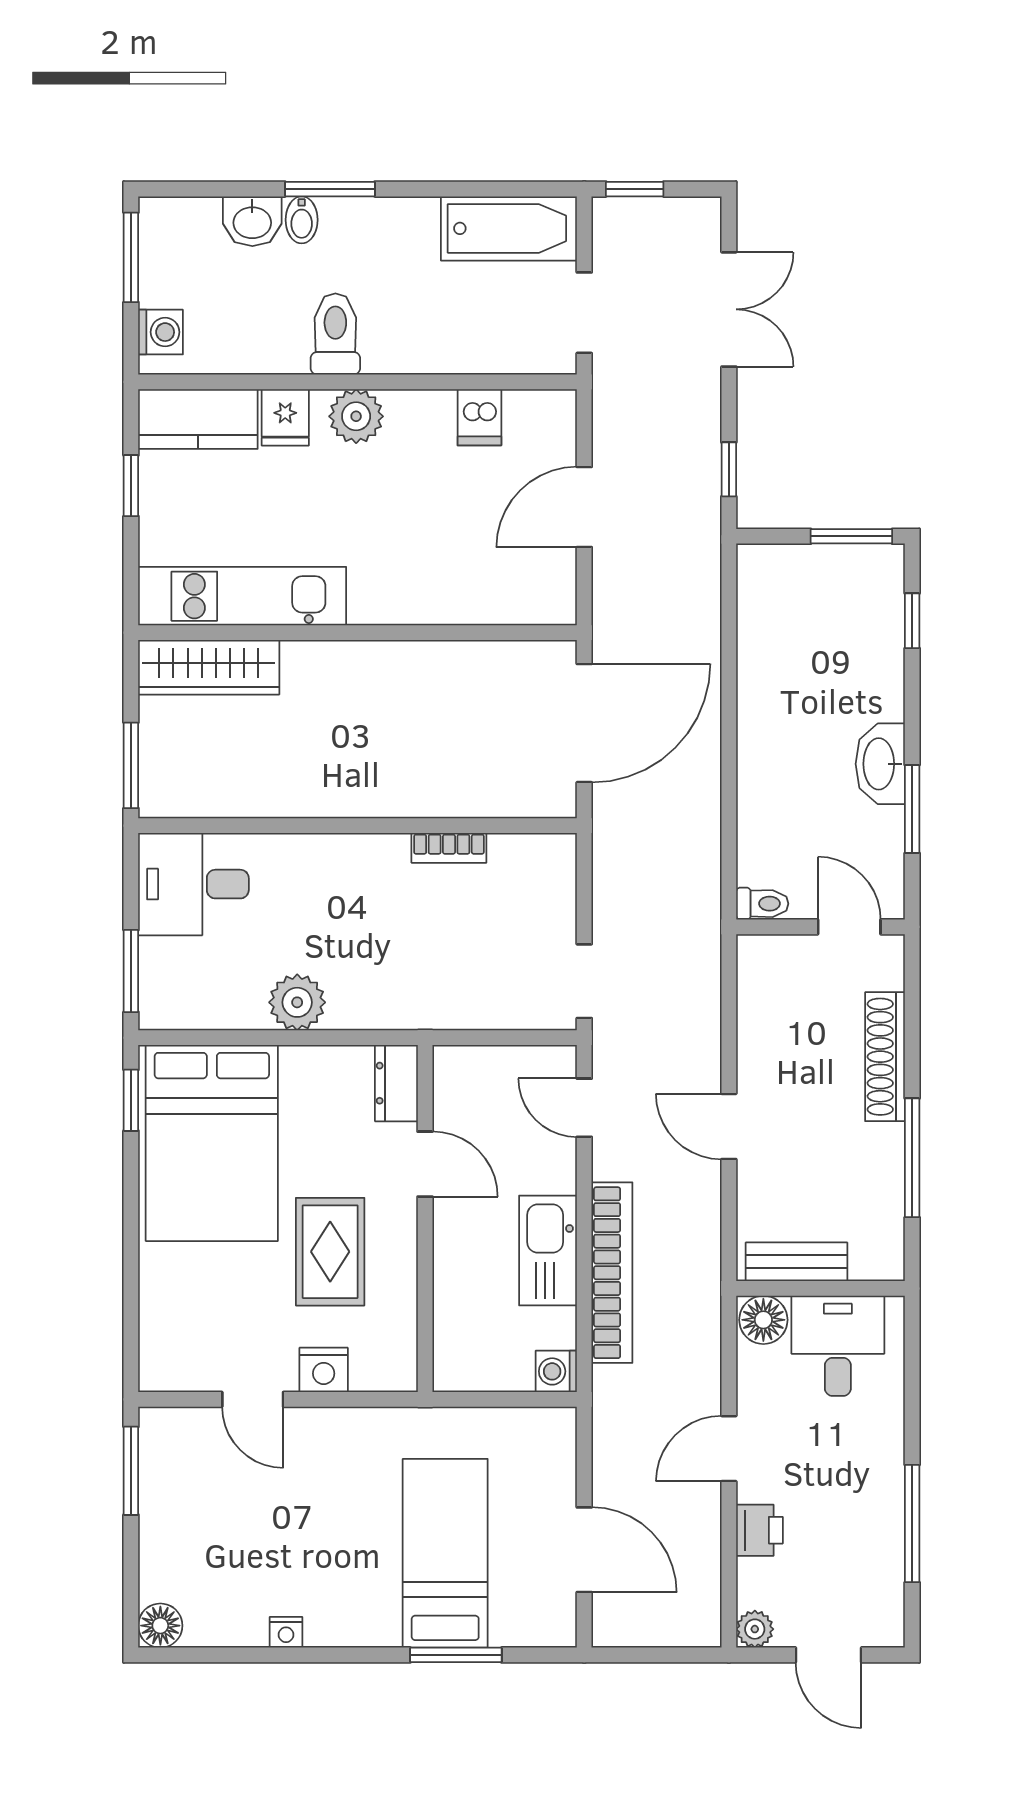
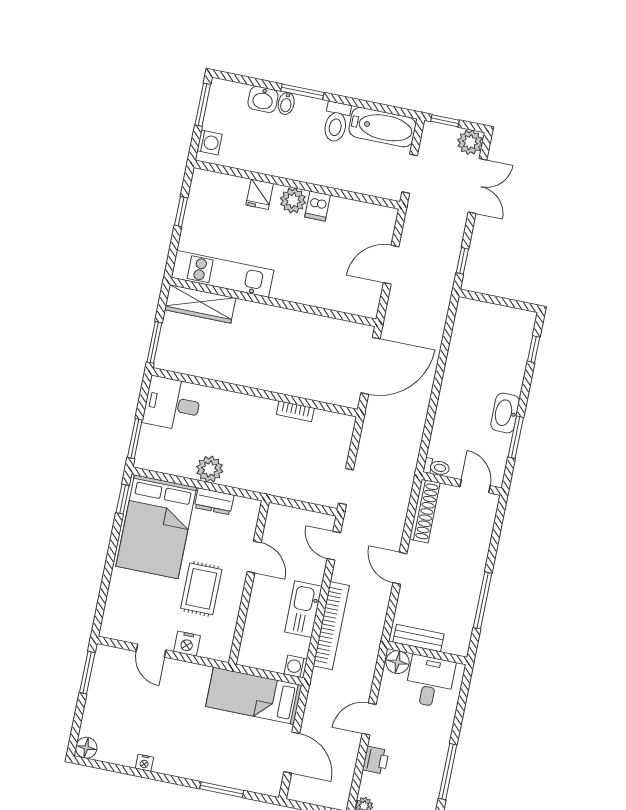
plant: (695, 223) -> (470, 142), added
toilet: (335, 334) -> (336, 122), moved, turned 180
dishwasher: (479, 417) -> (318, 206), moved
kitchen counter: (198, 419) -> (219, 187), removed
window: (851, 536) -> (513, 304), removed
shoe rack: (885, 1057) -> (425, 511), moved, turned 180
dresser: (396, 1083) -> (214, 501), moved, turned -90
bed: (445, 1553) -> (254, 696), moved, turned -90

